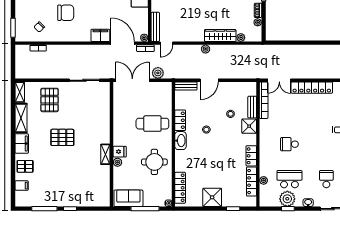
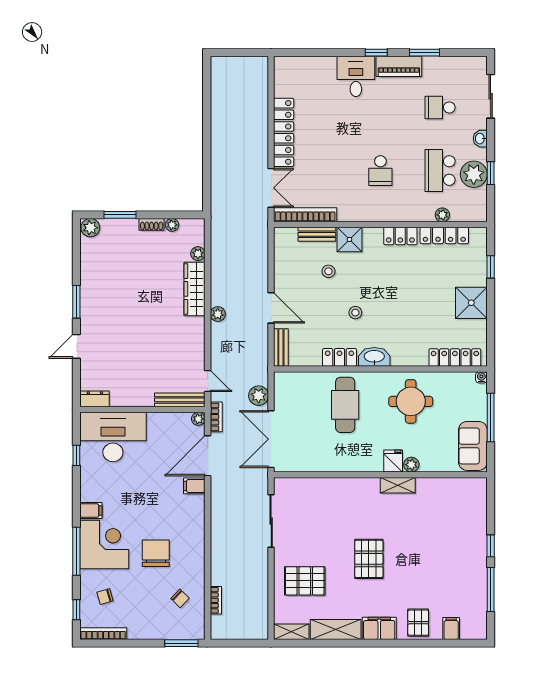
filing cabinet: (100, 35) -> (194, 486), width x0.50

